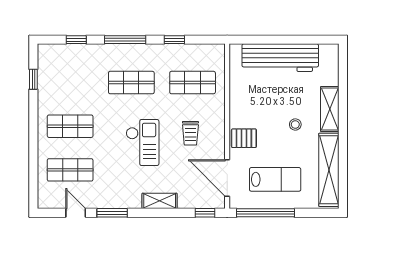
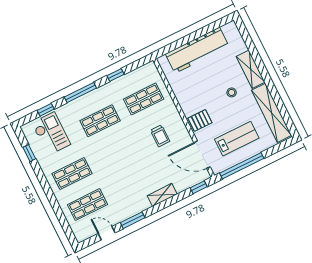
checkout: (143, 143) -> (51, 134), moved

